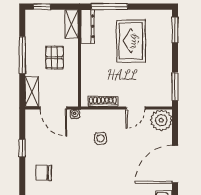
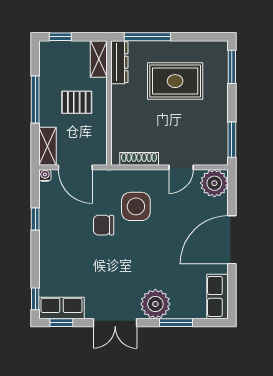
rug: (131, 41) -> (175, 81), turned 90
pallet: (55, 58) -> (77, 102), turned 90
water cooler: (75, 114) -> (45, 175), moved
side table: (100, 138) -> (136, 206), width x1.87, depth x1.87
chair: (43, 173) -> (104, 225), moved

